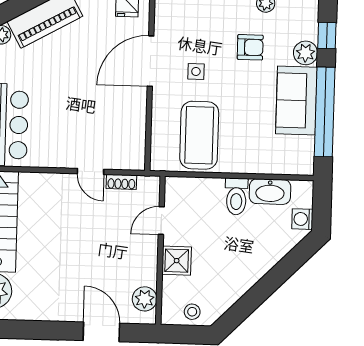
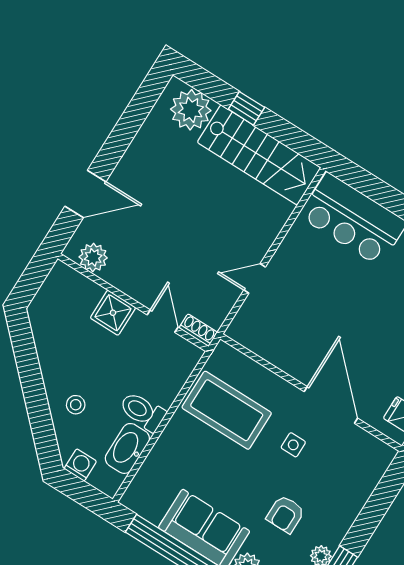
shoe rack: (121, 182) -> (198, 330), moved, turned 90
stool: (192, 312) -> (76, 405), moved

